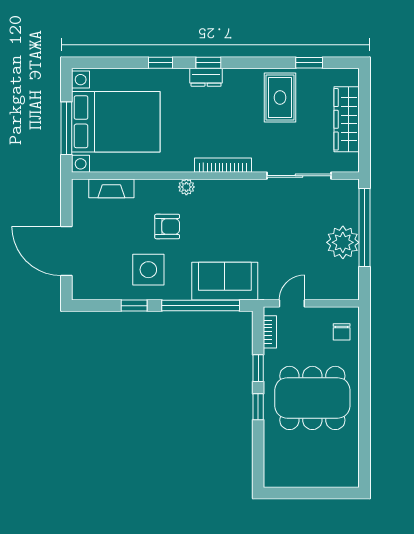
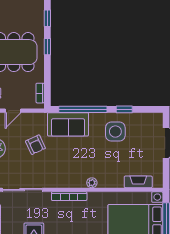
armchair: (167, 226) -> (35, 145), moved, turned -115
door: (292, 303) -> (13, 111), moved
window: (258, 368) -> (47, 18), moved

